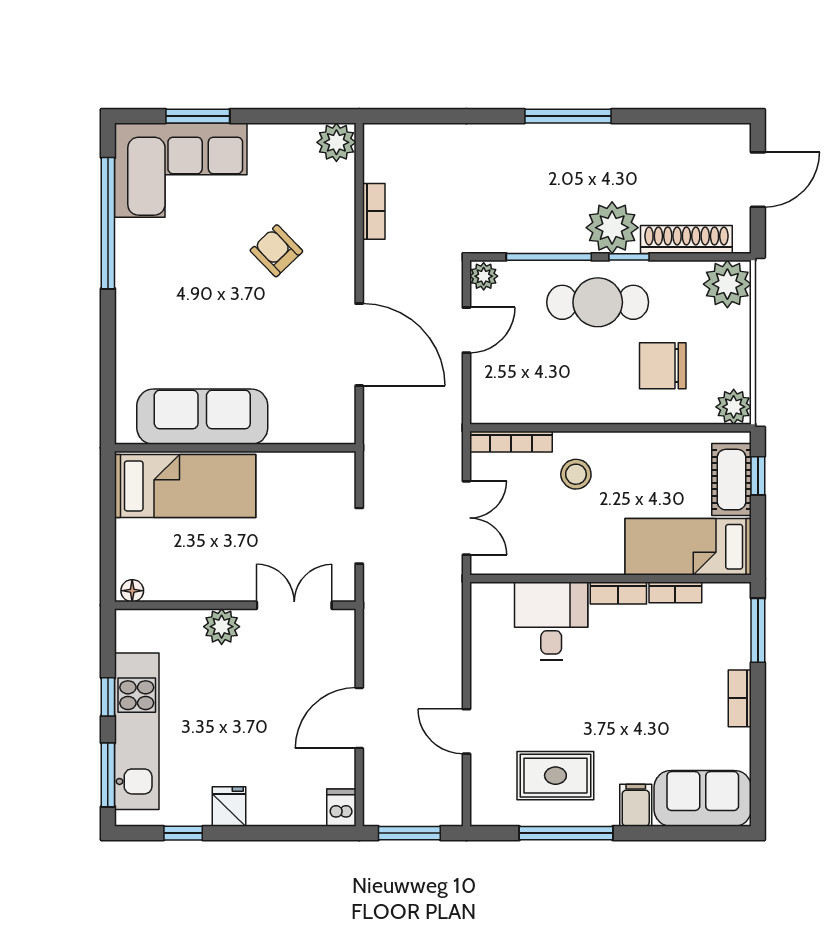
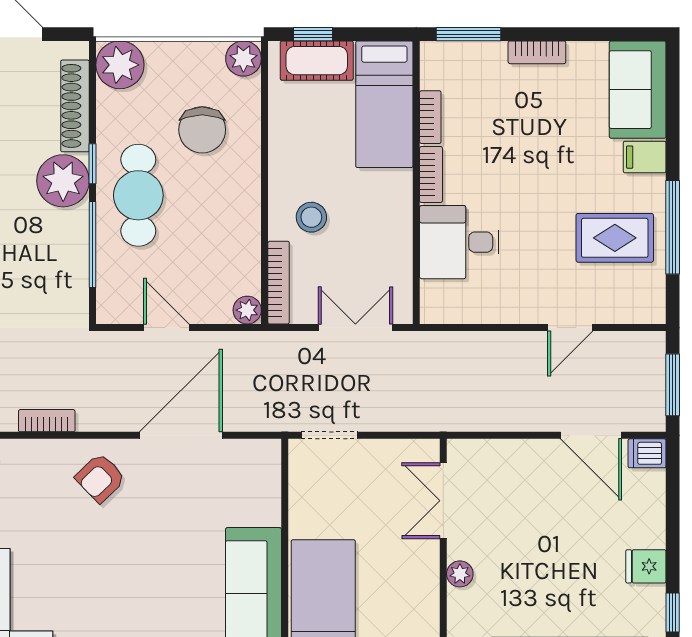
armchair: (276, 251) -> (100, 478), moved
plant: (484, 276) -> (247, 310), moved
doorway: (359, 536) -> (330, 435), moved
plant: (222, 627) -> (460, 574), width x0.73, depth x0.73
door: (359, 718) -> (591, 435), moved
rug: (555, 776) -> (615, 238), turned 90

